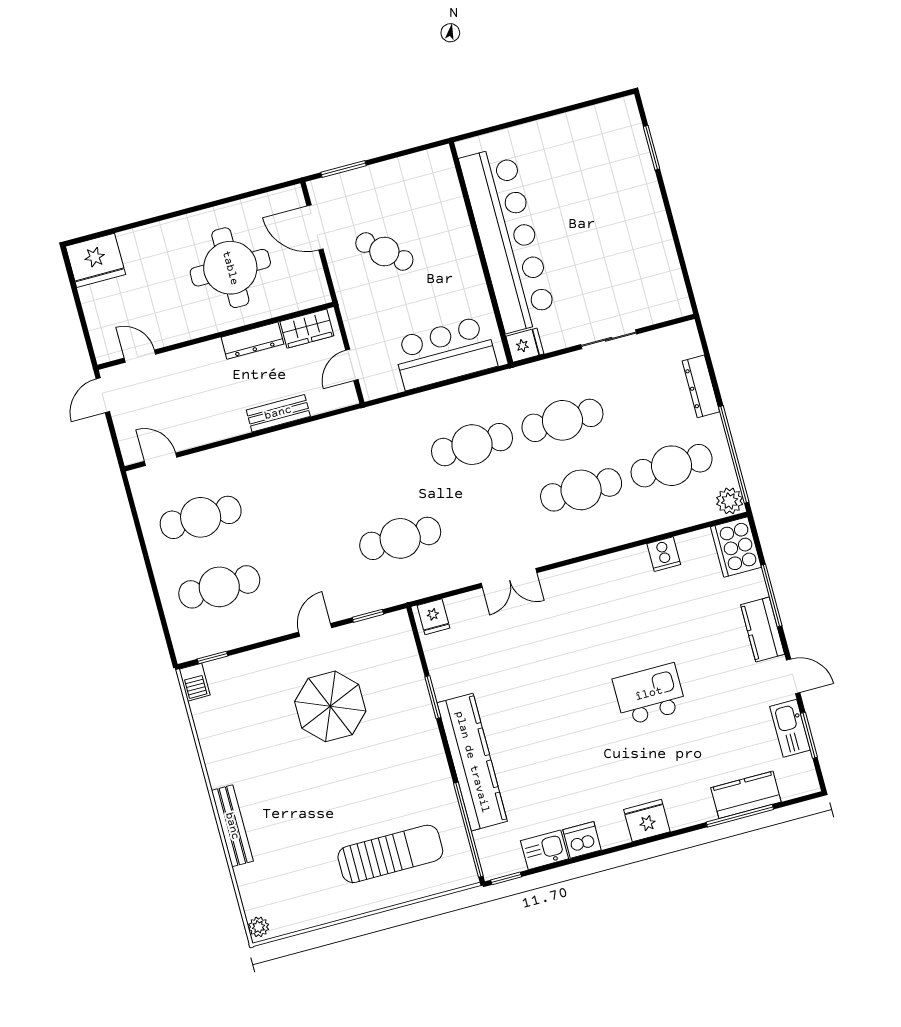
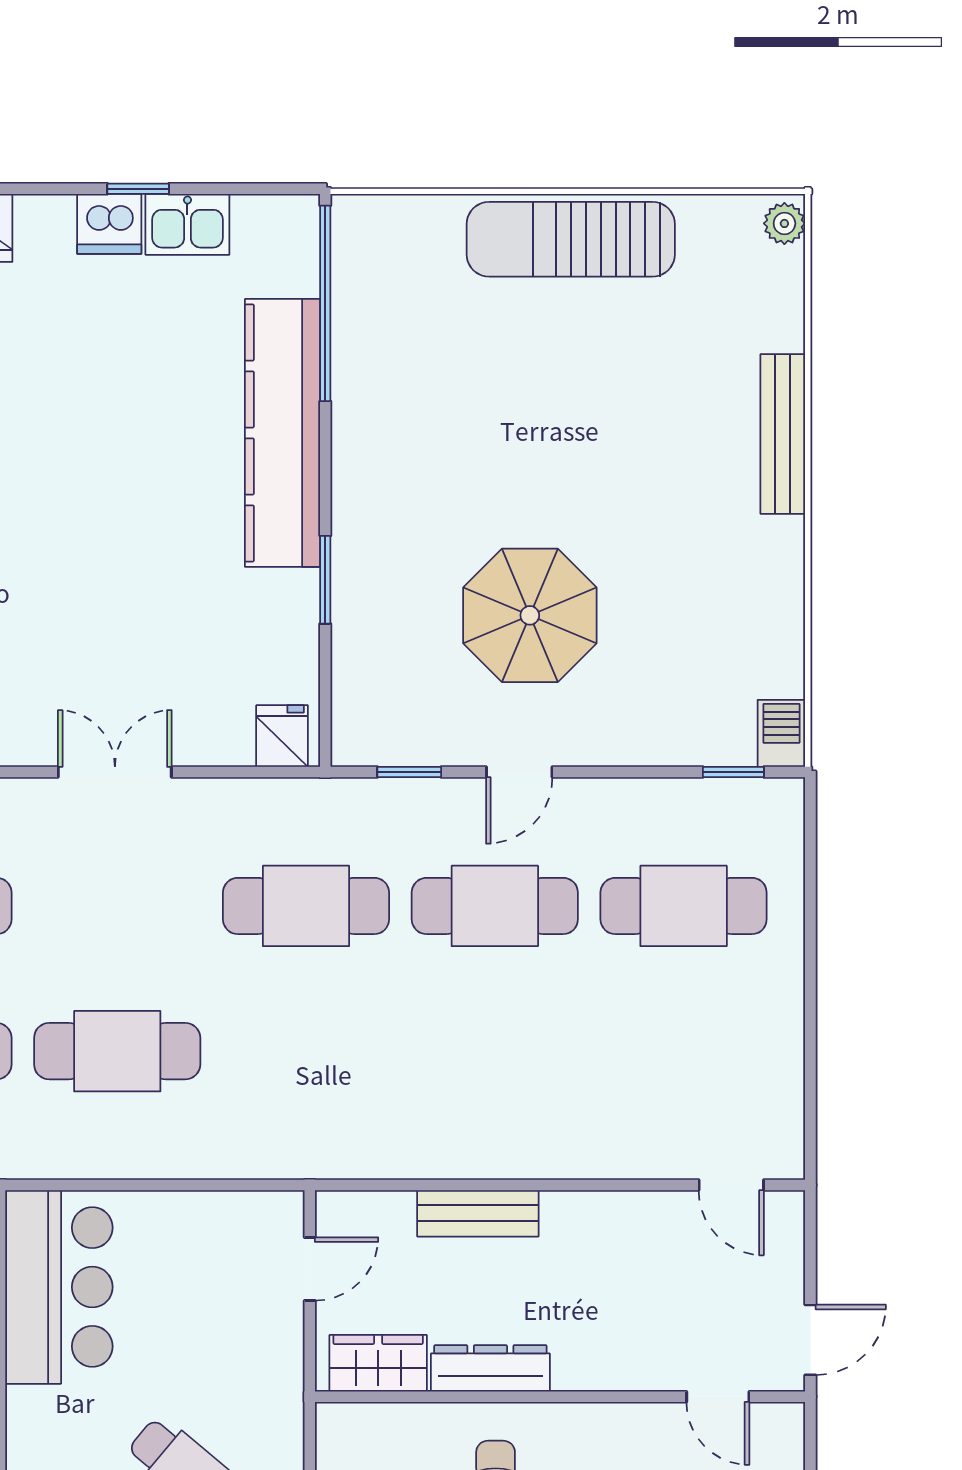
bar counter: (445, 353) -> (59, 1287), moved, turned -90
cafe table: (201, 517) -> (495, 906), moved
sun lounger: (390, 854) -> (571, 239), moved
window: (506, 878) -> (138, 189), moved

